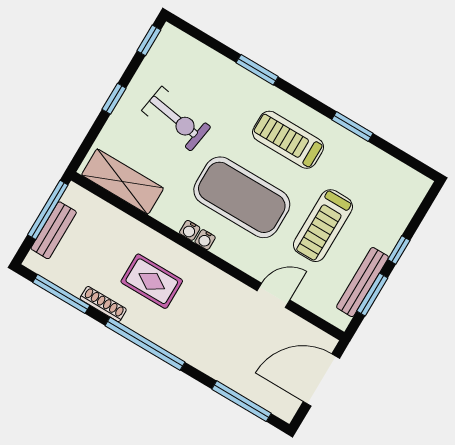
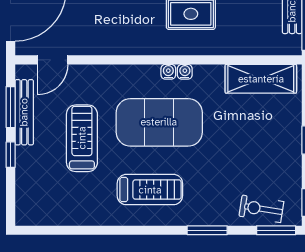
exercise bike: (176, 119) -> (261, 209), moved, width x0.73, depth x0.72
window: (352, 127) -> (276, 230), moved
door: (274, 295) -> (53, 60), moved

